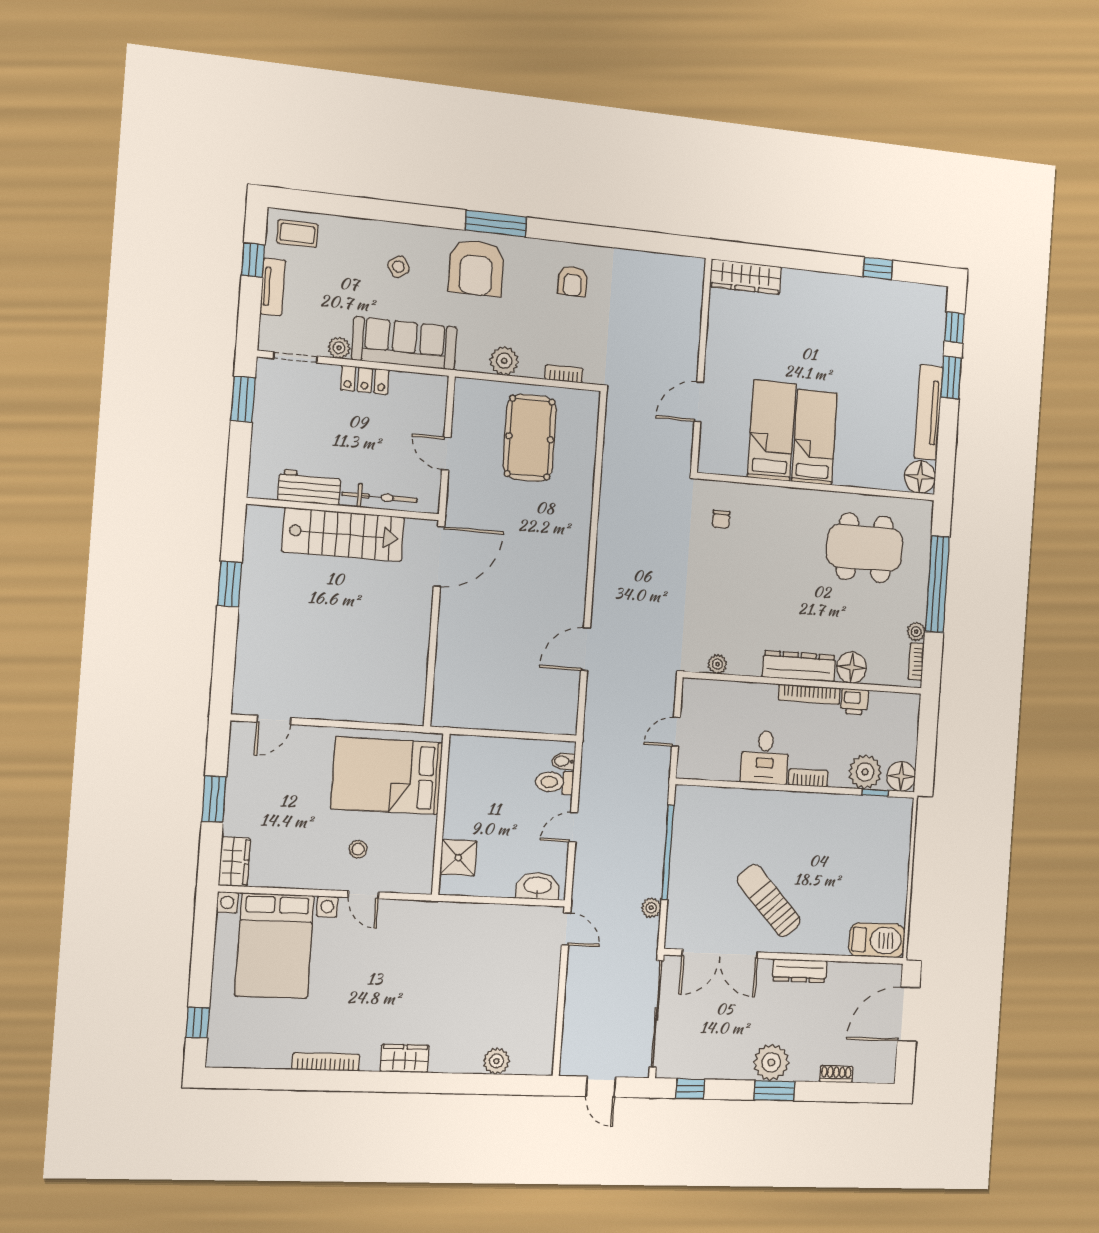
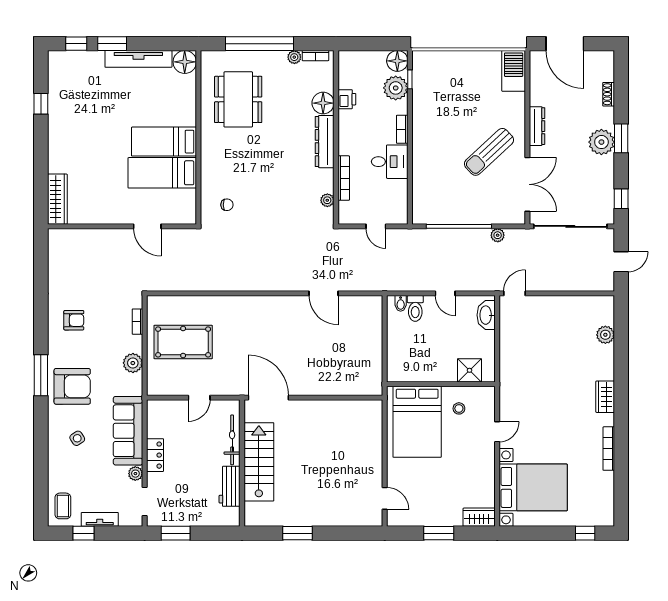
bookcase: (809, 694) -> (344, 178), moved
stool: (358, 849) -> (459, 408), moved

